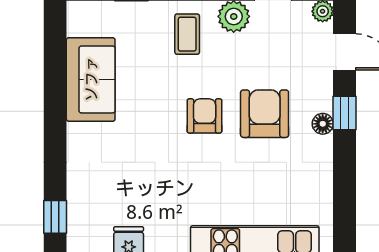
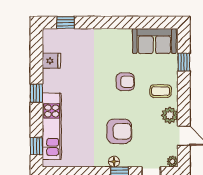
sofa: (91, 79) -> (154, 41), moved
armchair: (205, 116) -> (125, 82), moved

